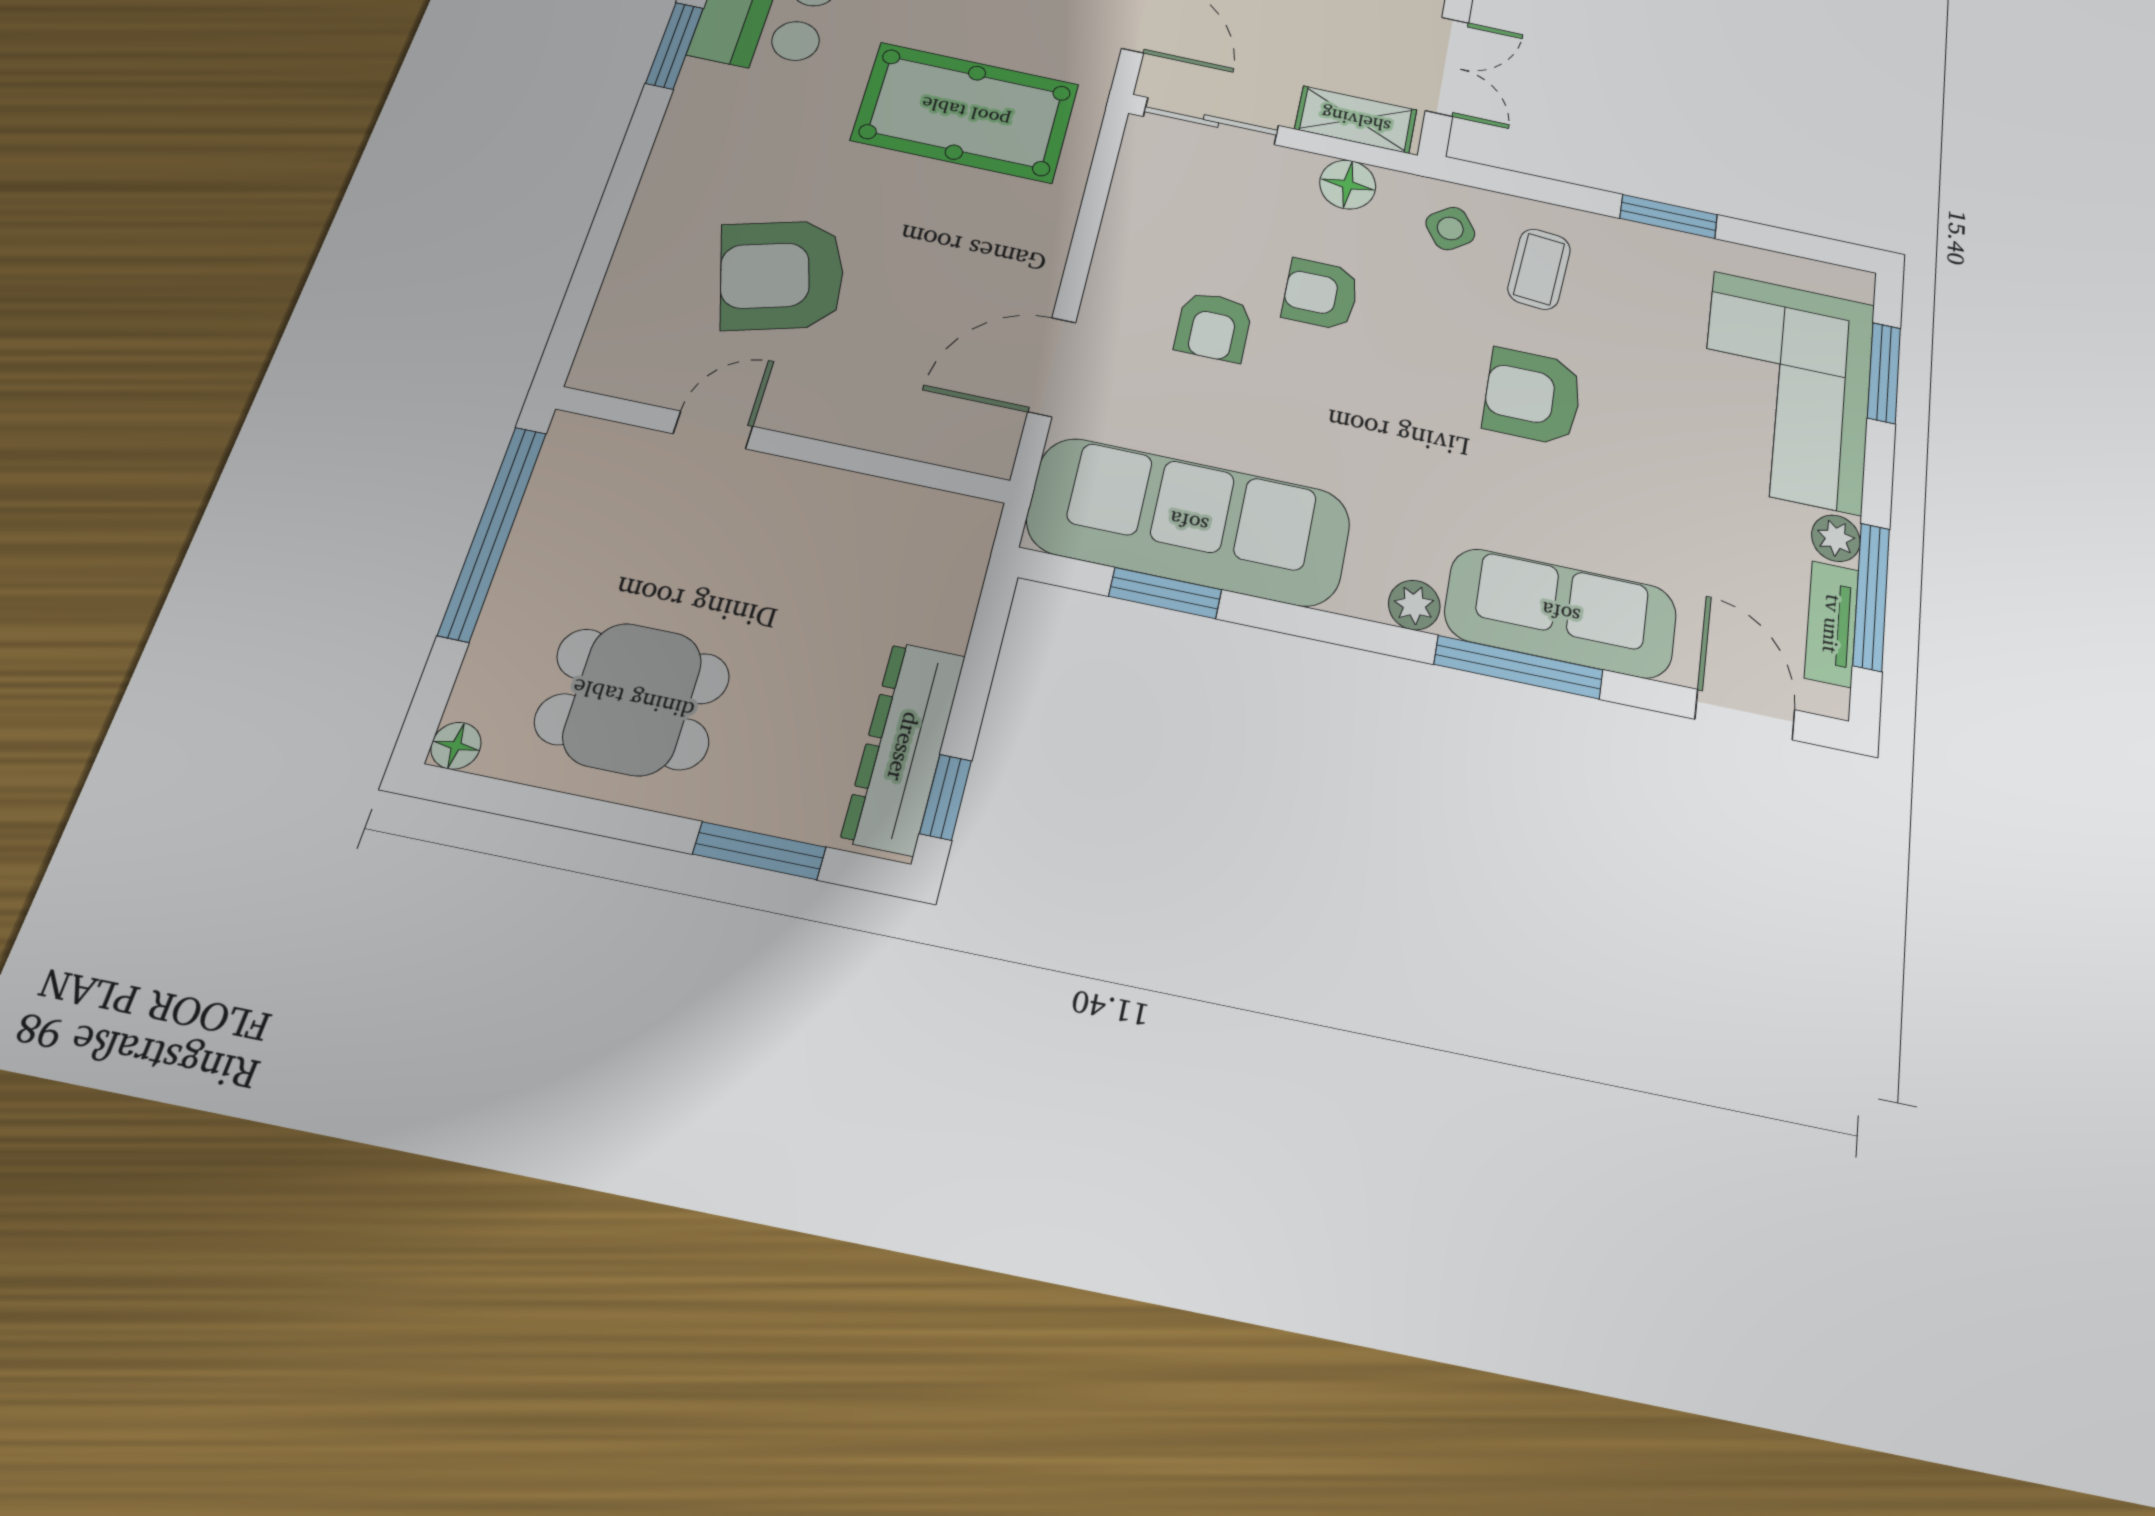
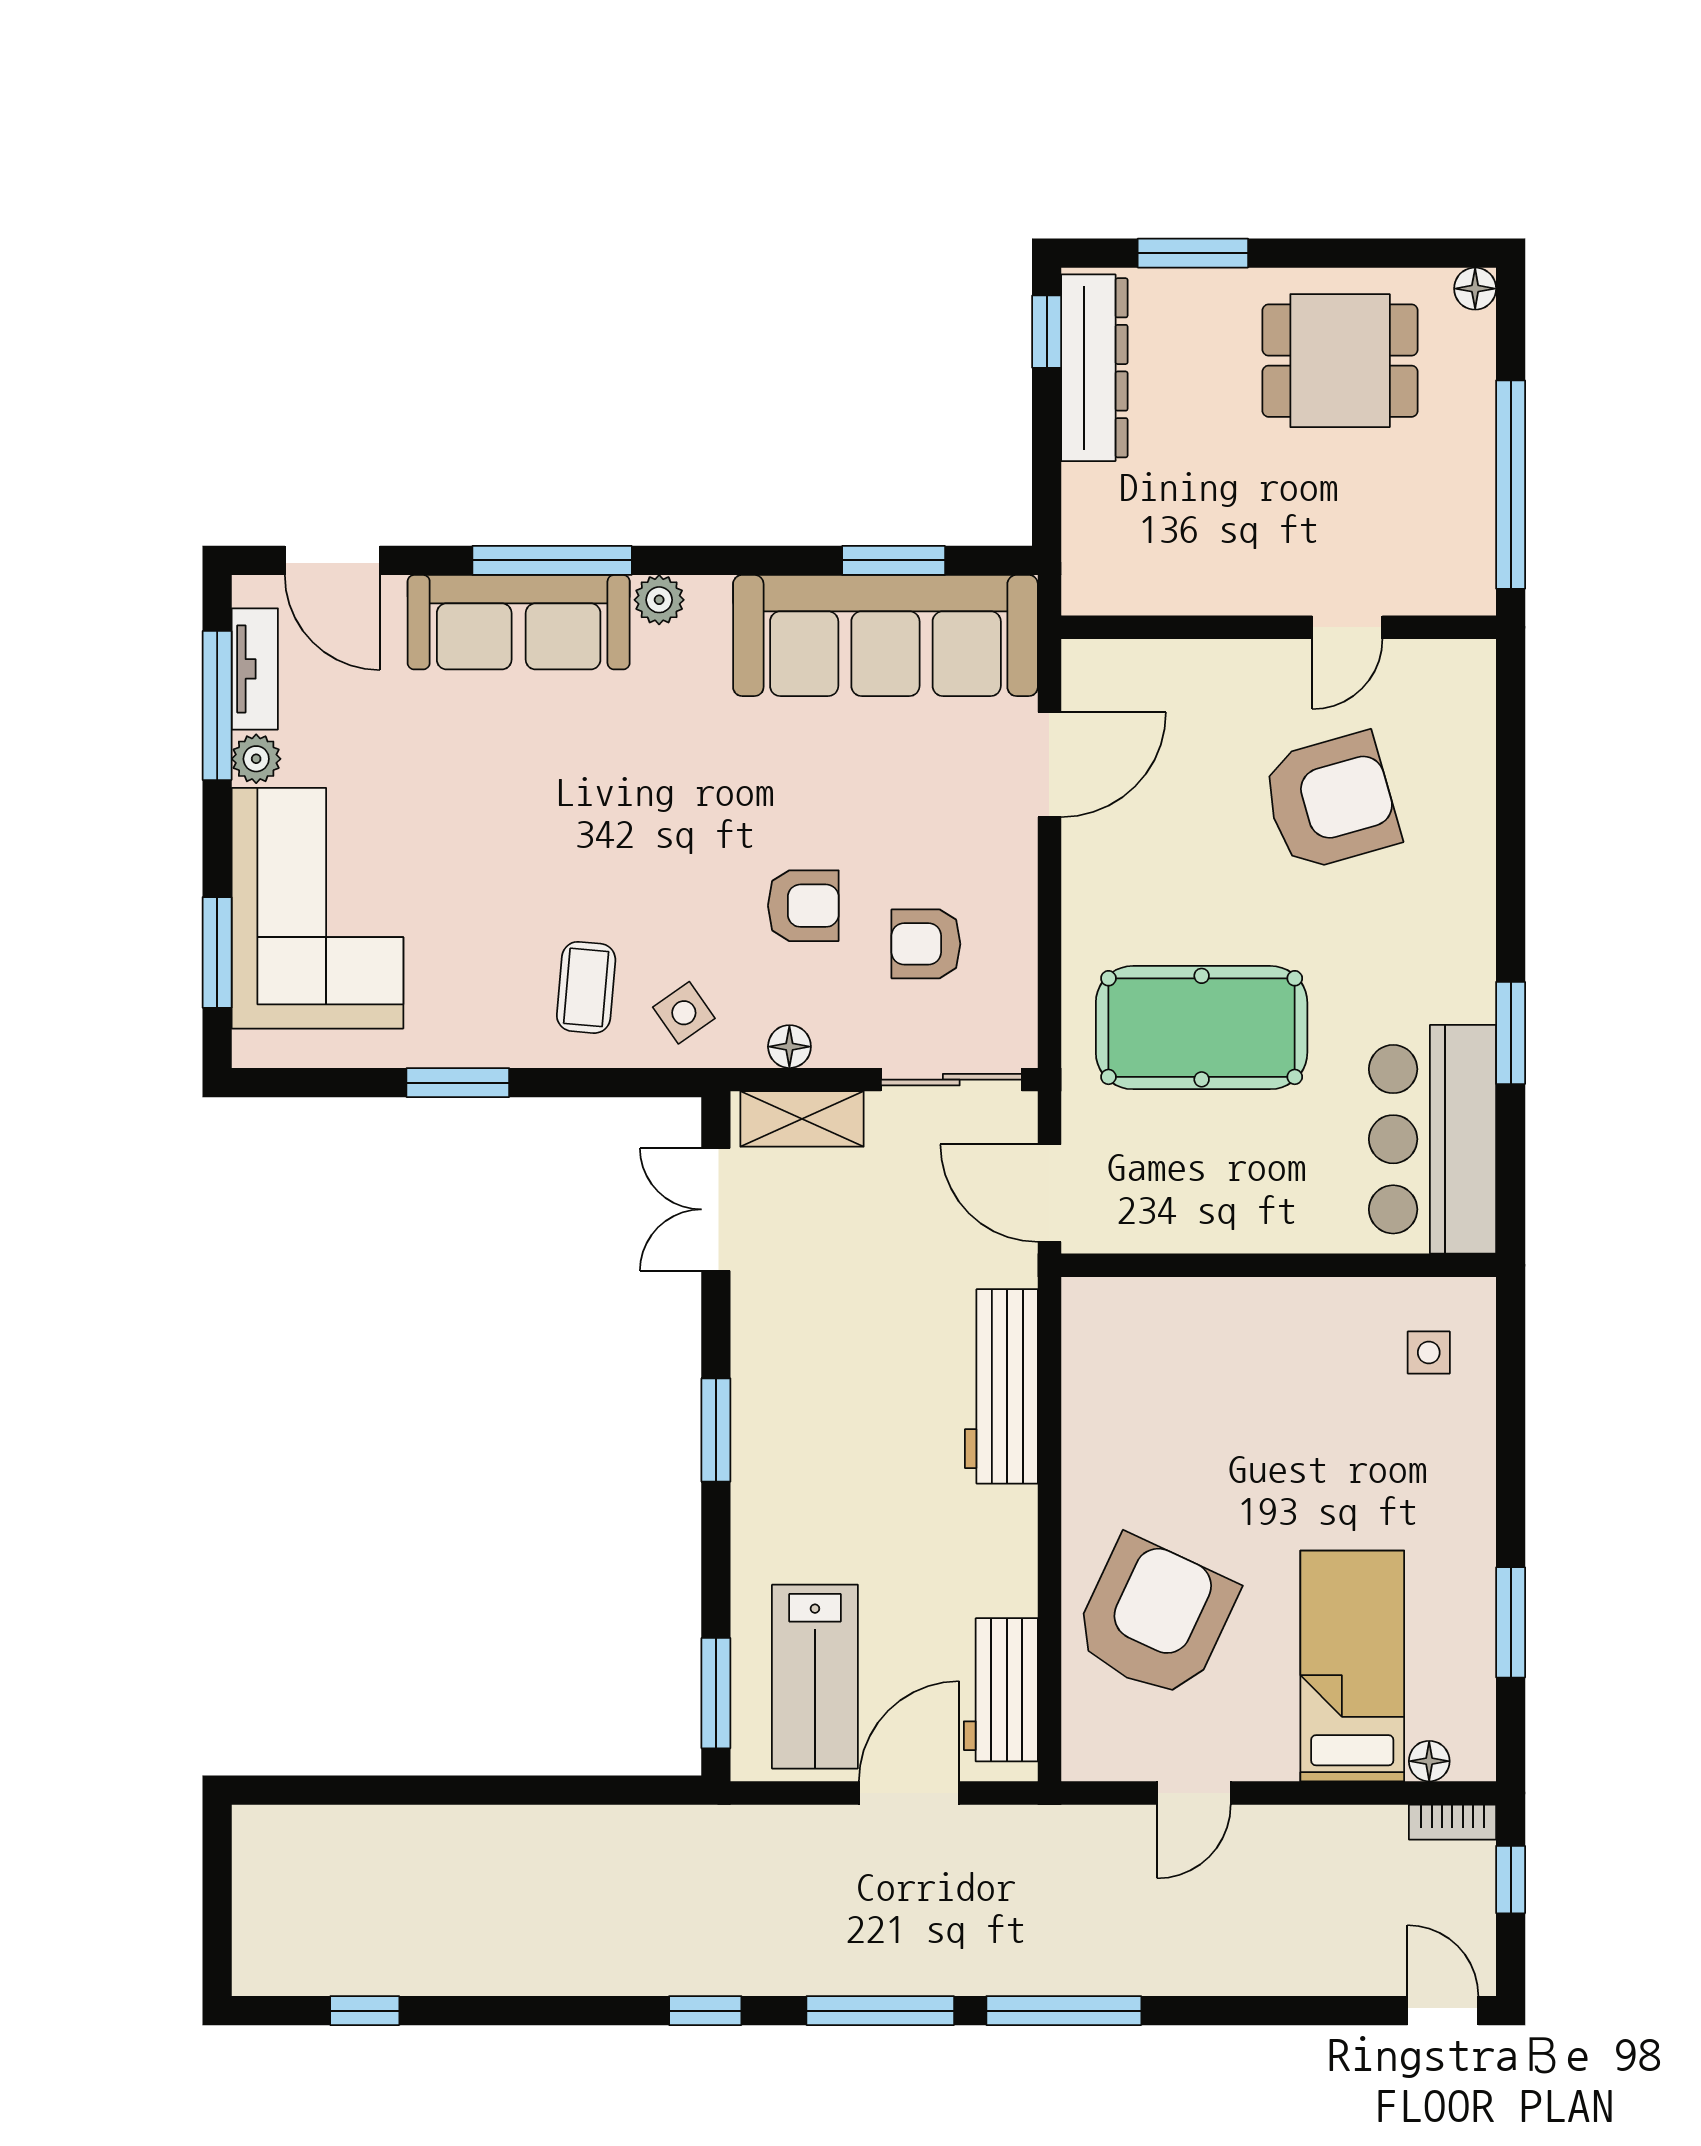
floor lamp: (1348, 185) -> (789, 1047), width x0.73, depth x0.73
armchair: (1213, 327) -> (926, 944), moved, turned -90
armchair: (1533, 396) -> (574, 842), removed

